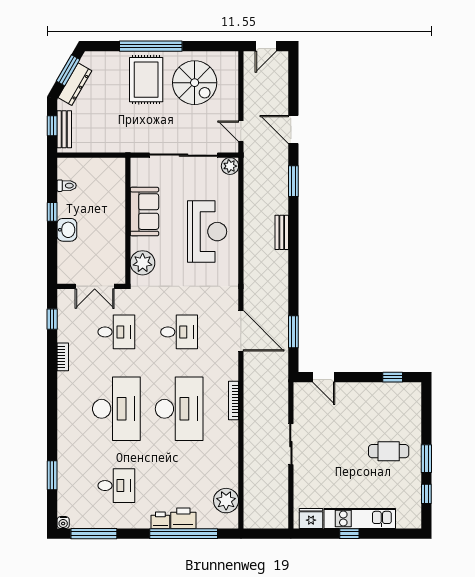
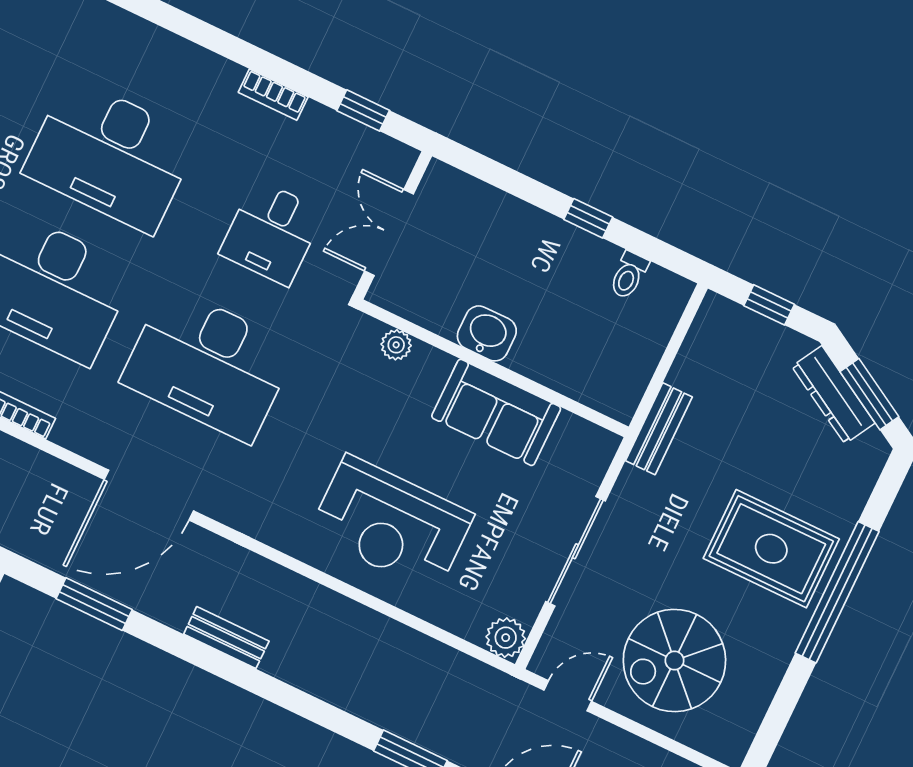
spiral stairs: (195, 83) -> (674, 661), moved
bench: (64, 129) -> (659, 429), moved, turned 90
sliding door: (184, 155) -> (575, 551), width x0.73
washbasin: (67, 230) -> (487, 333), moved, turned 180
bench: (282, 232) -> (226, 638), moved
plant: (143, 263) -> (396, 345), width x0.53, depth x0.53
desk: (179, 332) -> (209, 364), width x1.87, depth x1.30

